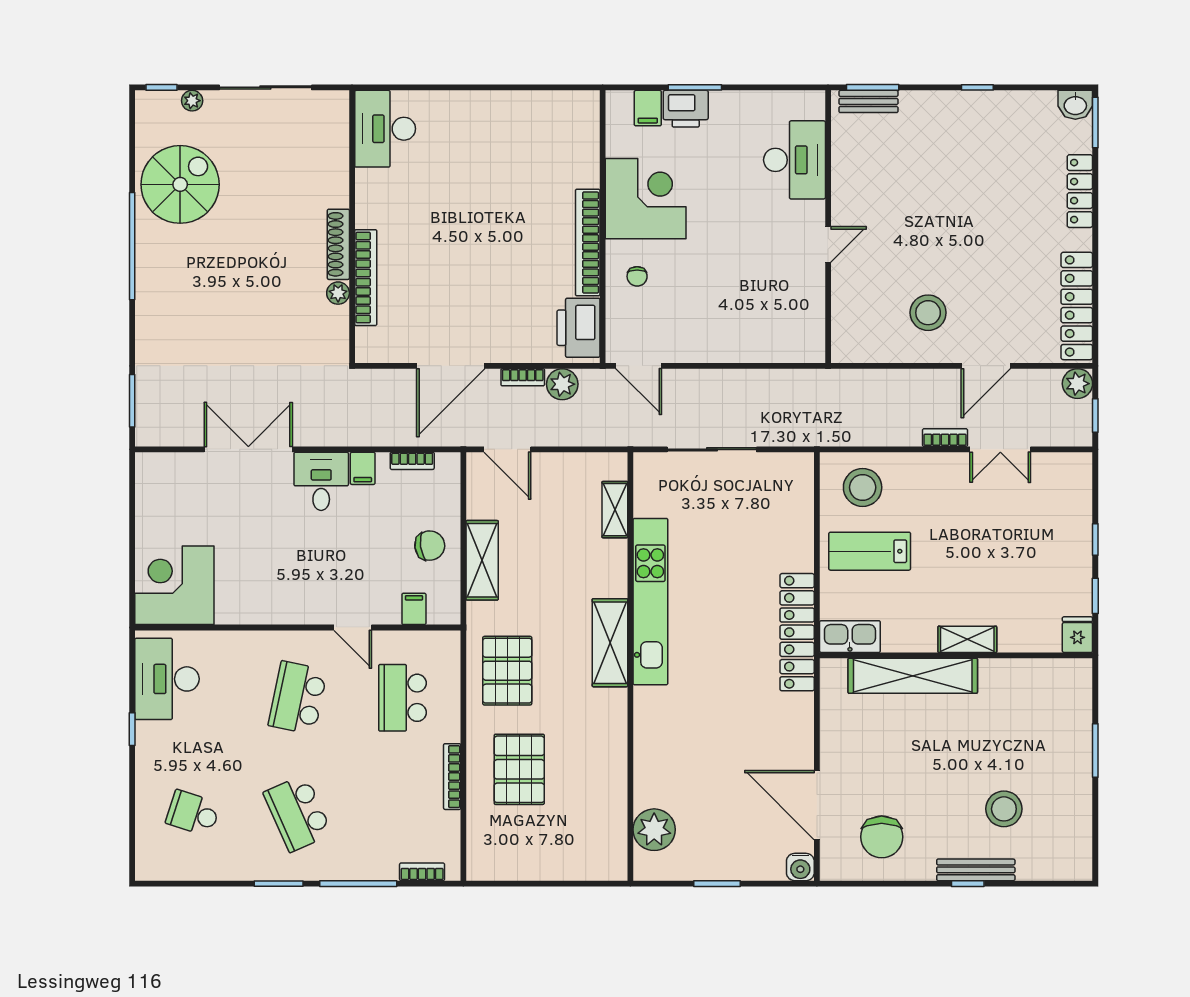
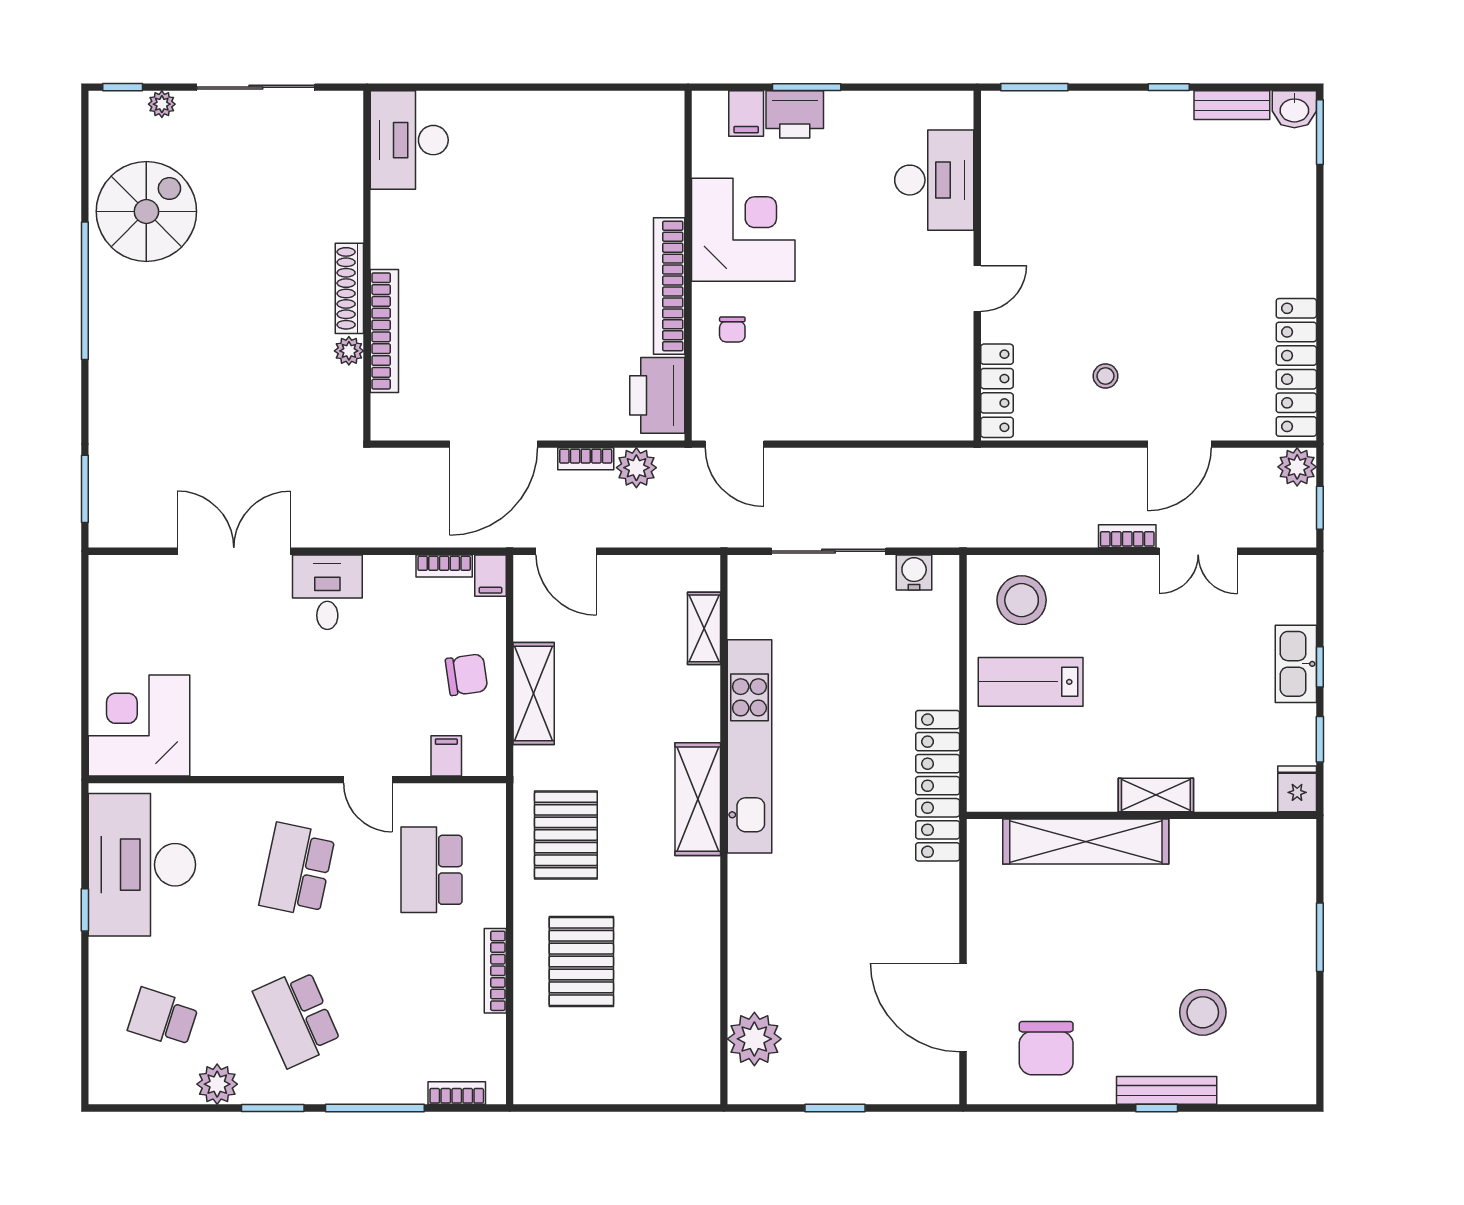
bench: (868, 101) -> (1232, 105), moved
locker: (1080, 191) -> (997, 391), moved, turned 180
stool: (928, 313) -> (1105, 376), width x0.53, depth x0.53
filing cabinet: (363, 468) -> (490, 576), moved
kitchen sink: (850, 637) -> (1296, 664), moved, turned -90
desk: (167, 679) -> (142, 865), width x1.36, depth x1.30
plant: (235, 865) -> (217, 1084), added
water cooler: (800, 867) -> (914, 572), moved, turned 180

